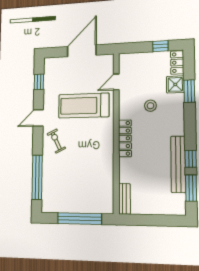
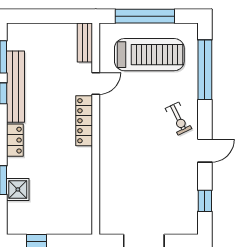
locker: (177, 63) -> (15, 140), moved
door: (116, 82) -> (96, 83), moved
treadmill: (84, 106) -> (149, 55), moved
stool: (150, 106) -> (50, 163), removed

